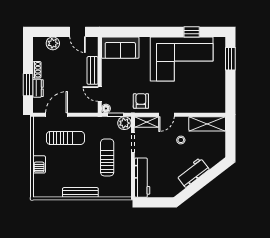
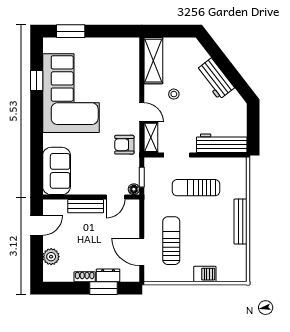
plant: (124, 123) -> (152, 166), removed

